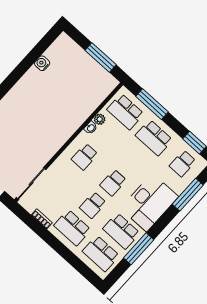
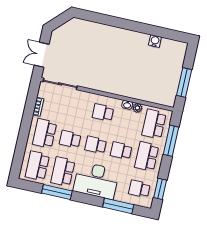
school desk: (134, 160) -> (121, 151), added

